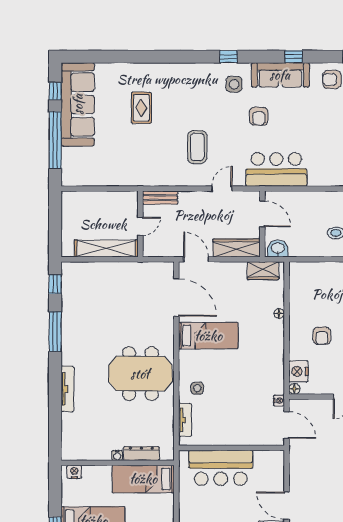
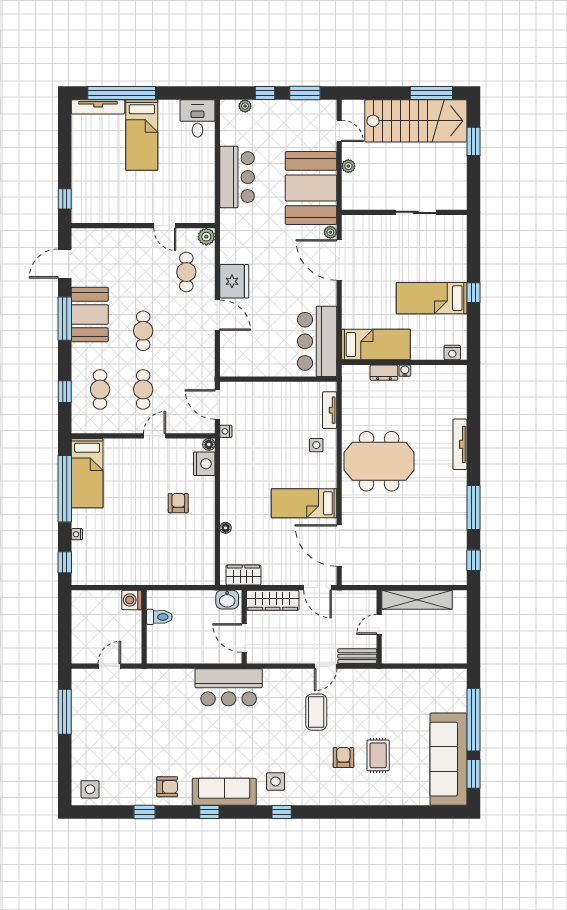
window: (55, 91) -> (473, 774), width x1.50
armchair: (259, 116) -> (343, 758), moved
door: (222, 189) -> (326, 666), moved
dresser: (141, 454) -> (384, 373), width x0.70
bar counter: (221, 468) -> (317, 341), moved, turned -90

